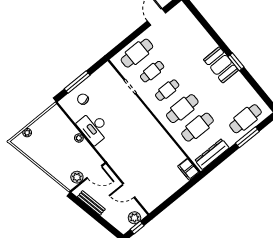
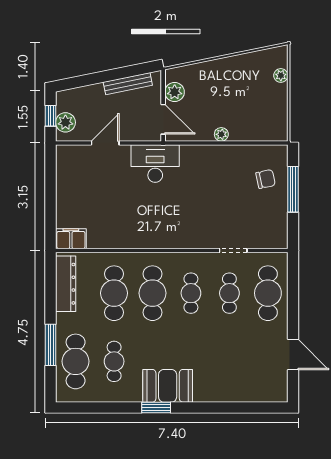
cafe table: (230, 100) -> (114, 361), added
desk: (94, 128) -> (155, 164), moved
door: (94, 172) -> (163, 119), swing flipped

